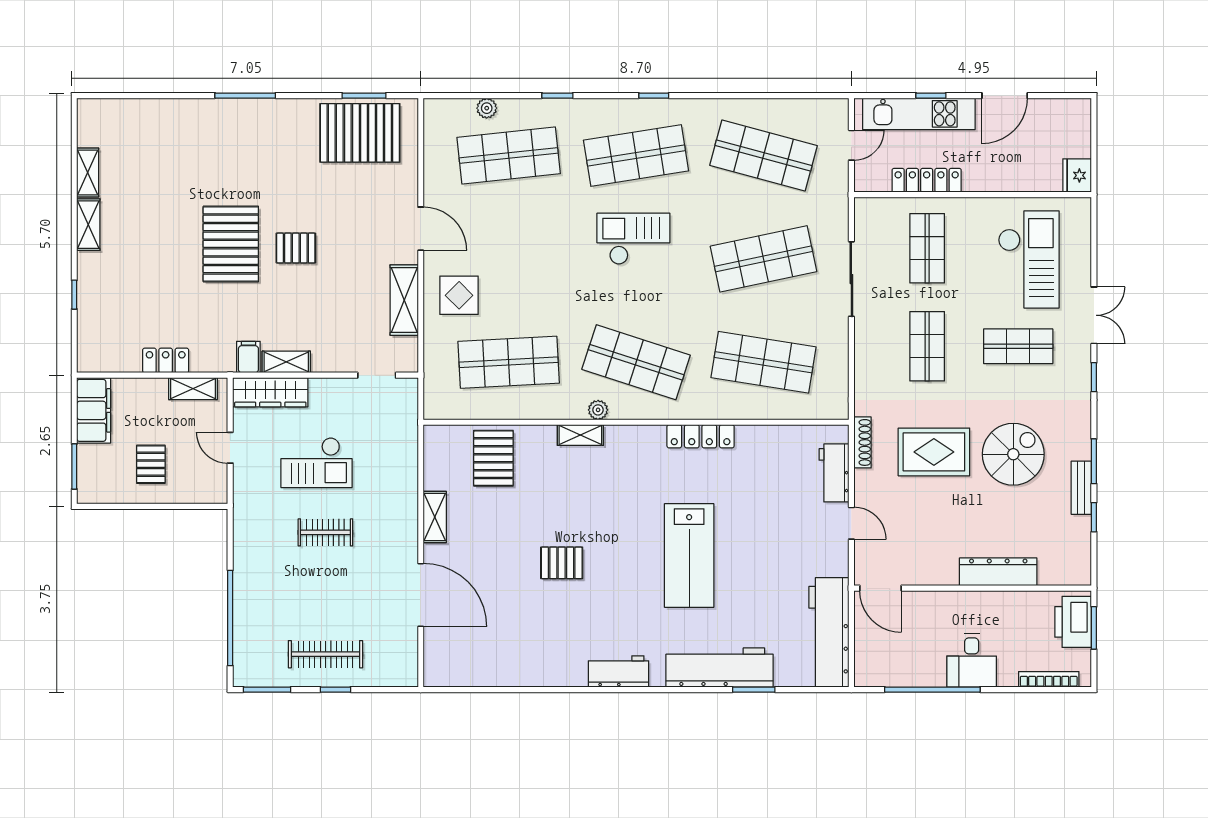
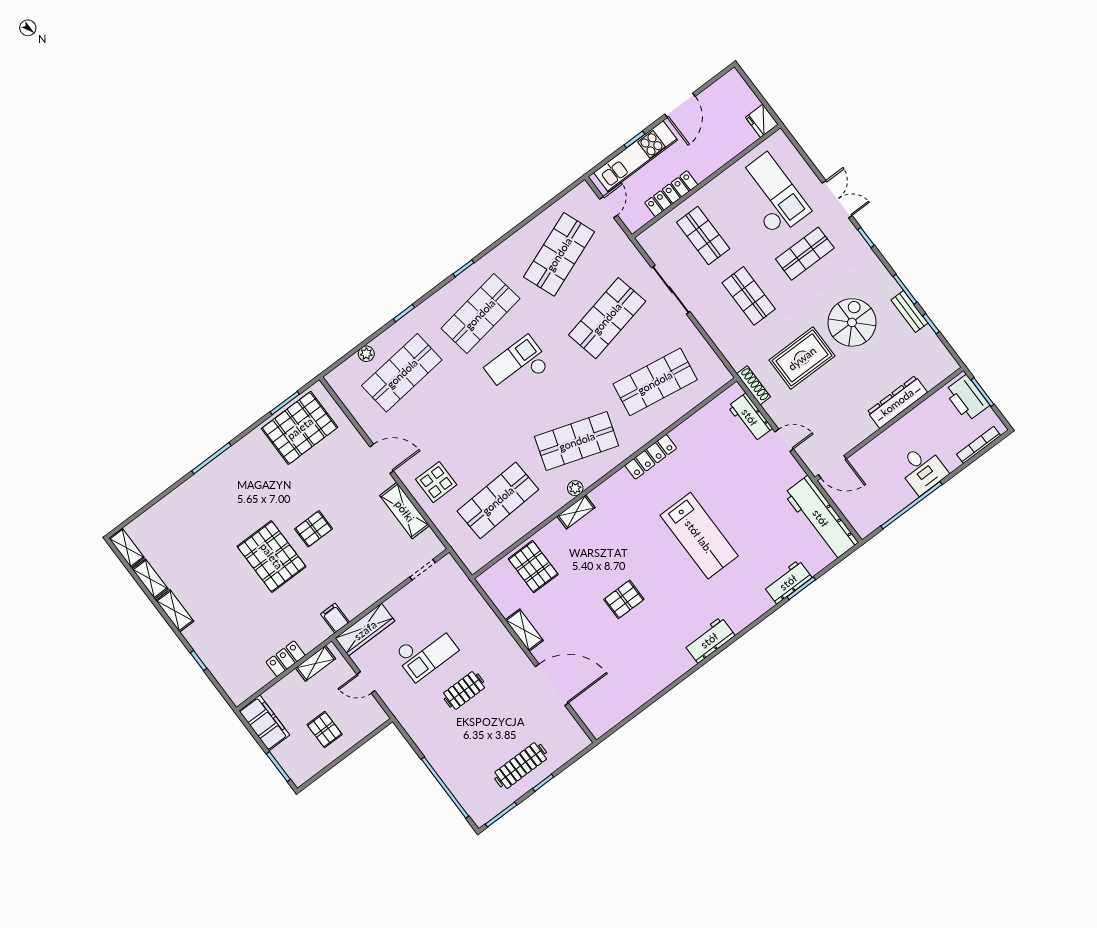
shop shelf: (764, 156) -> (559, 254), turned -36
shelving: (286, 362) -> (127, 548), moved, turned 90
workbench: (720, 668) -> (788, 582), width x0.53, depth x0.76

